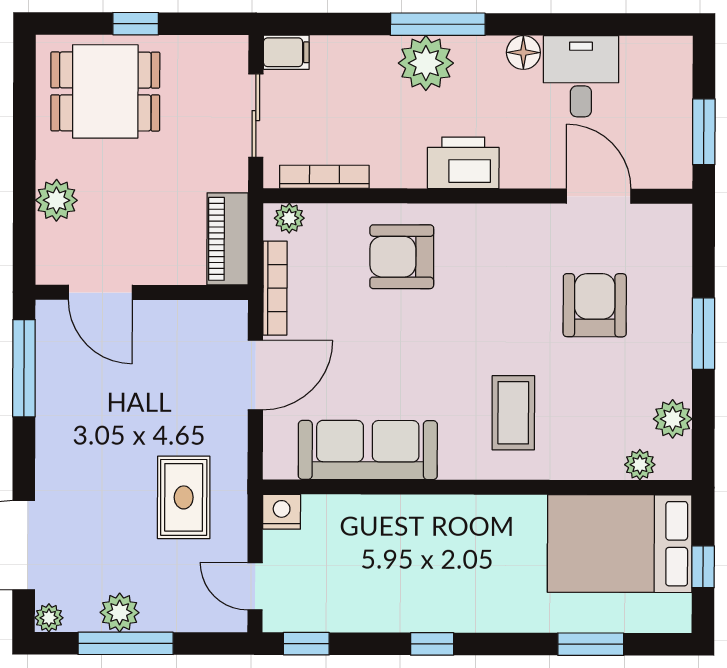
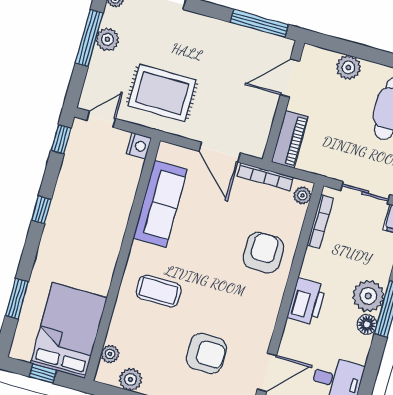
floor lamp: (523, 52) -> (367, 324), moved
piano: (228, 239) -> (290, 139), moved, turned 90
rug: (184, 497) -> (162, 93), width x1.36, depth x1.43

